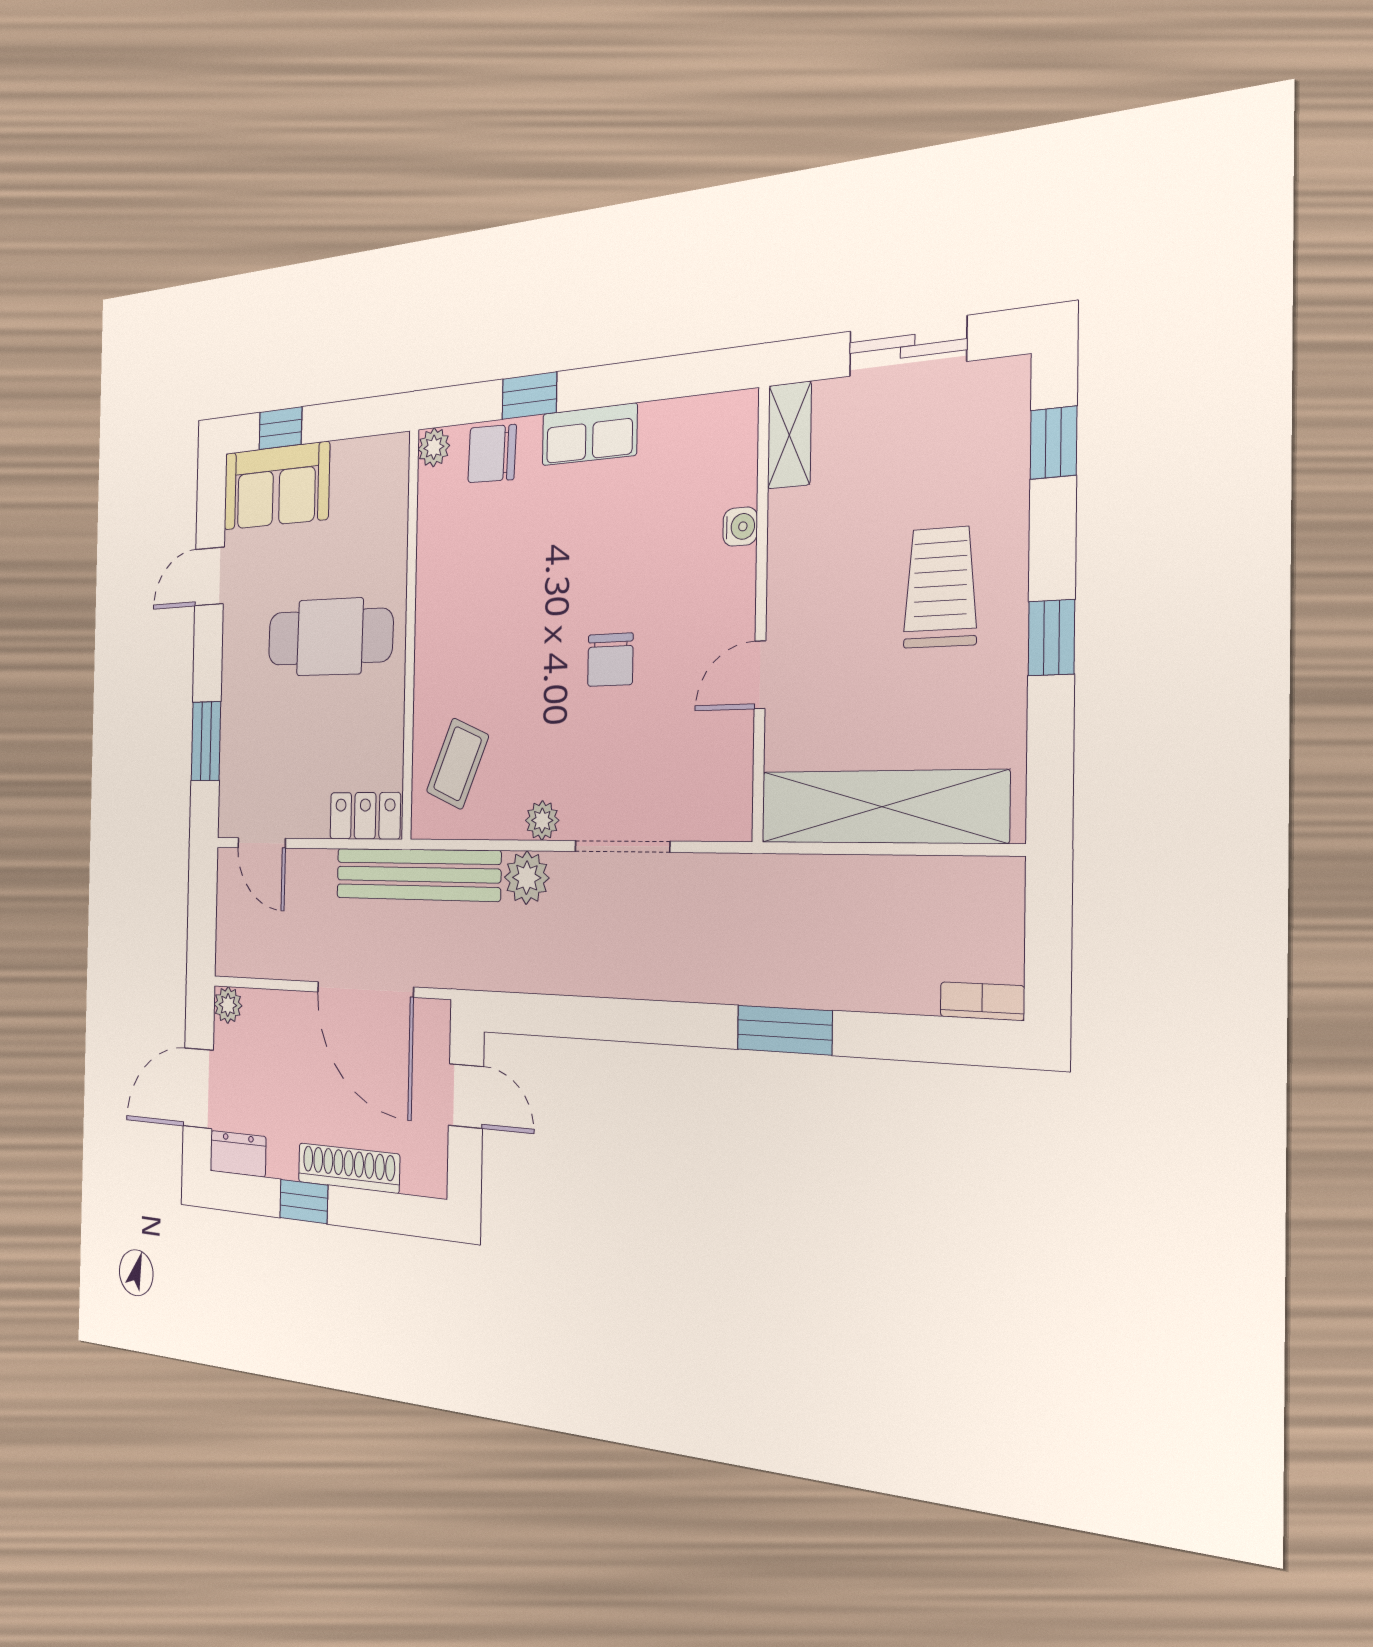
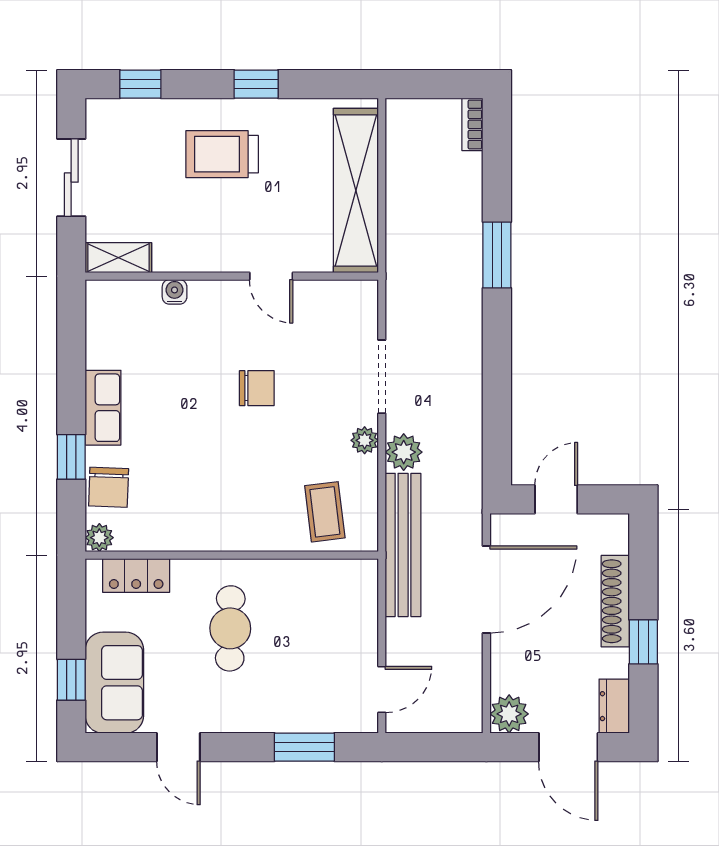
cafe table: (330, 637) -> (230, 628), width x0.73, depth x0.74
coffee table: (457, 764) -> (325, 512), turned 60
locker: (365, 816) -> (136, 576), moved, turned -90
plant: (228, 1005) -> (509, 714), width x1.38, depth x1.38

